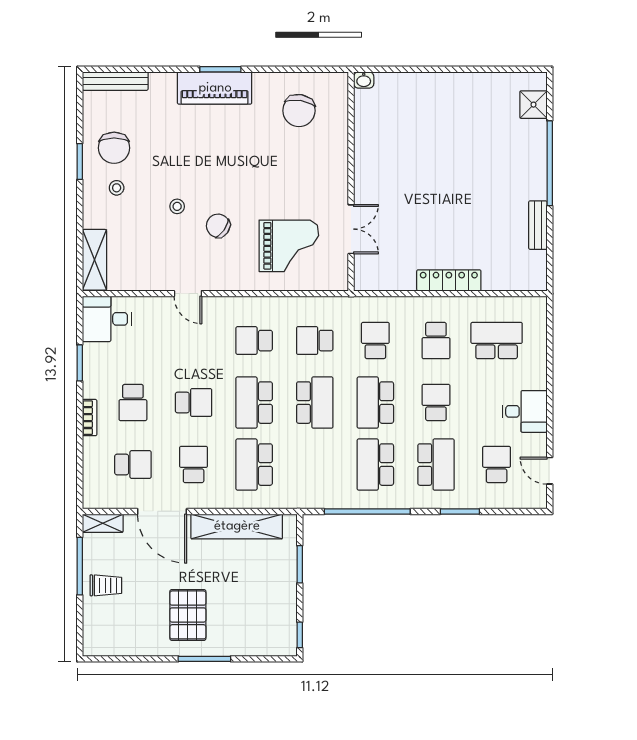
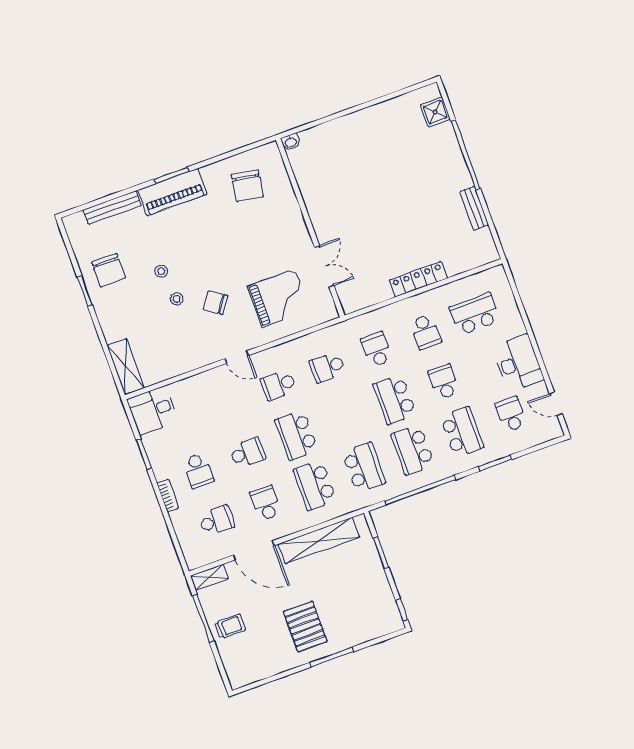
bench: (115, 81) -> (112, 208), moved
stool: (117, 188) -> (161, 271), moved
door: (188, 294) -> (237, 357), moved
school desk: (315, 403) -> (364, 468), moved
desk: (525, 411) -> (518, 363), width x1.37

